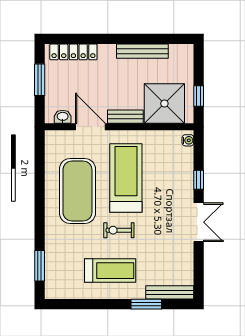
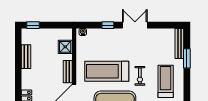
bench: (142, 51) -> (26, 57), width x0.73
window: (199, 96) -> (33, 25), moved
shower: (164, 103) -> (65, 47), width x0.54, depth x0.54

